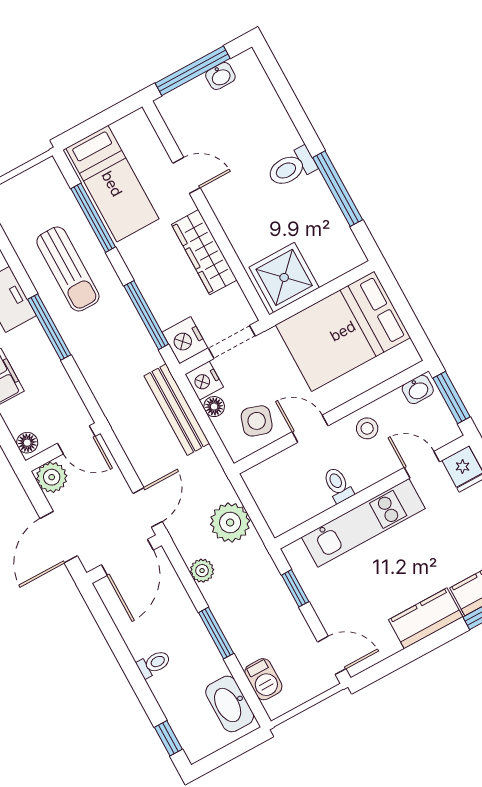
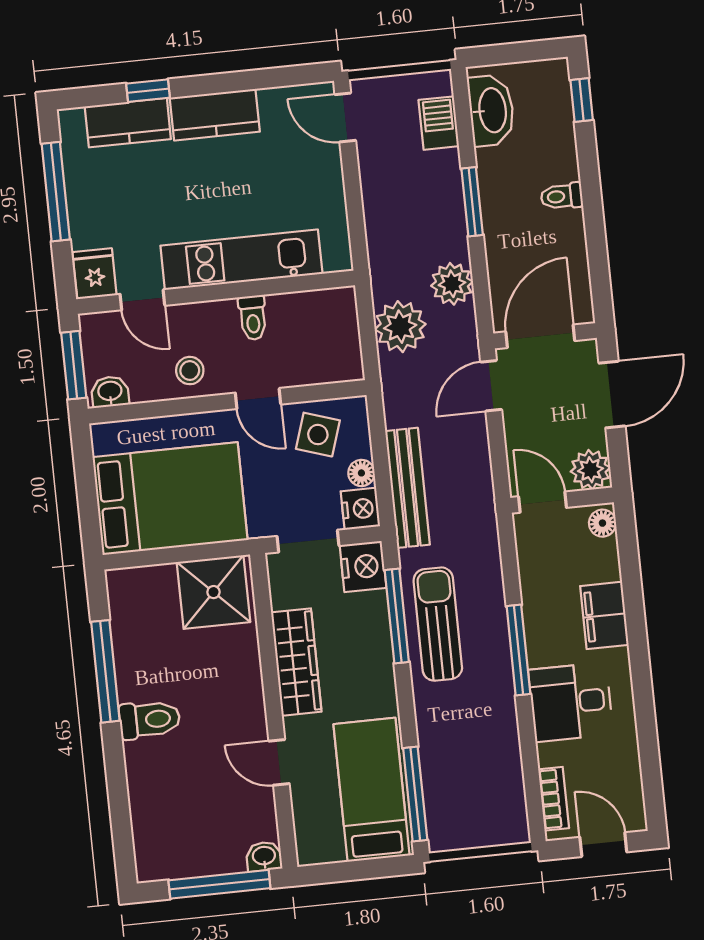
washbasin: (220, 76) -> (264, 856), moved
window: (93, 218) -> (415, 794), moved
sun lounger: (68, 269) -> (438, 624), moved
plant: (202, 571) -> (452, 284), width x1.38, depth x1.38
window: (295, 588) -> (355, 216), removed

